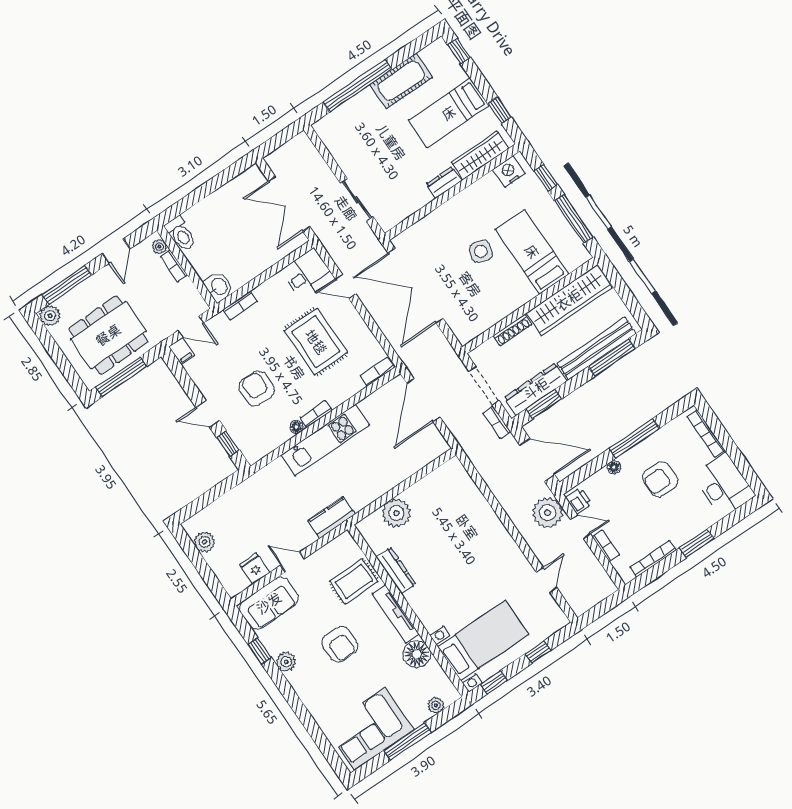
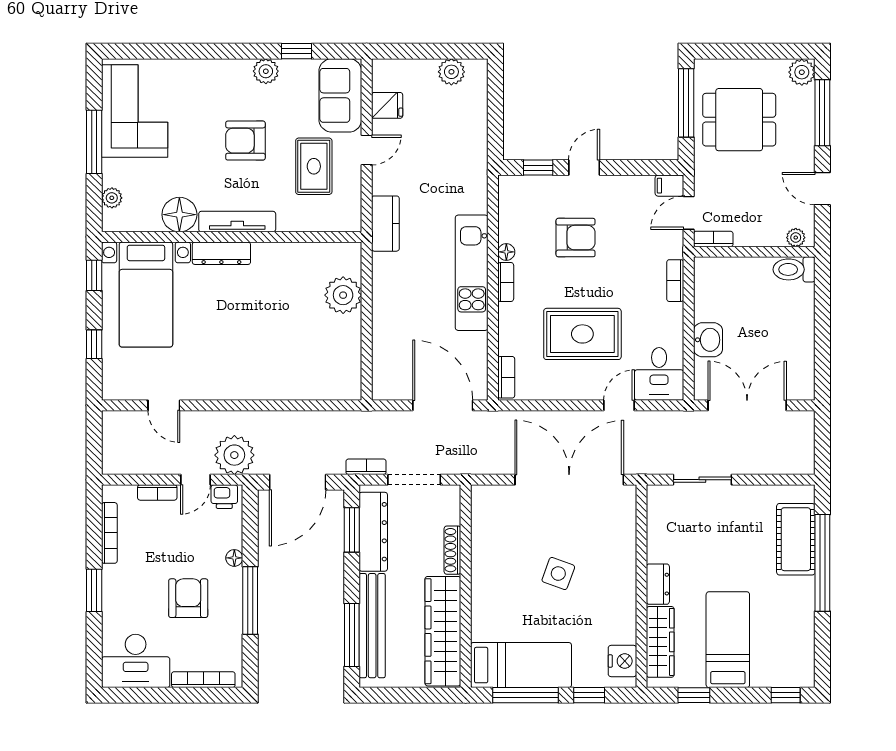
cot: (401, 81) -> (796, 539), moved
bed: (532, 252) -> (521, 665), moved
bookcase: (174, 266) -> (713, 239), moved
washbasin: (219, 287) -> (708, 340), moved, turned -90
dining table: (108, 335) -> (739, 120), width x0.73
dresser: (396, 571) -> (221, 253), moved
rug: (354, 581) -> (314, 166), moved

